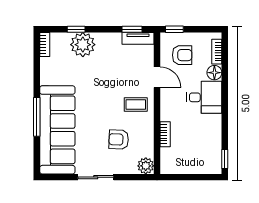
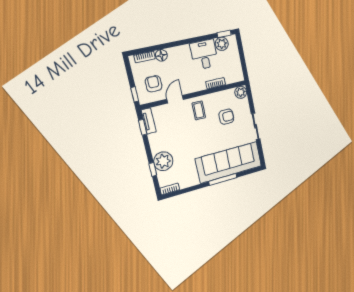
desk: (204, 97) -> (204, 55), moved
armchair: (119, 139) -> (226, 117), turned -92
plant: (213, 153) -> (222, 44), added

